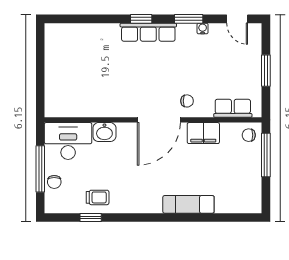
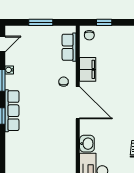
window: (266, 155) -> (104, 22), width x0.46

